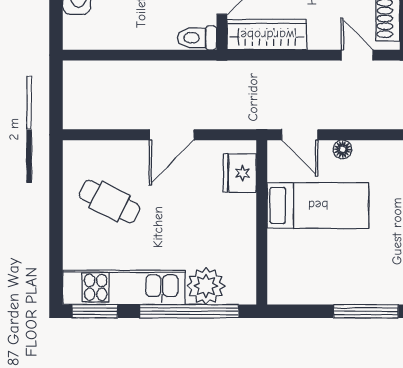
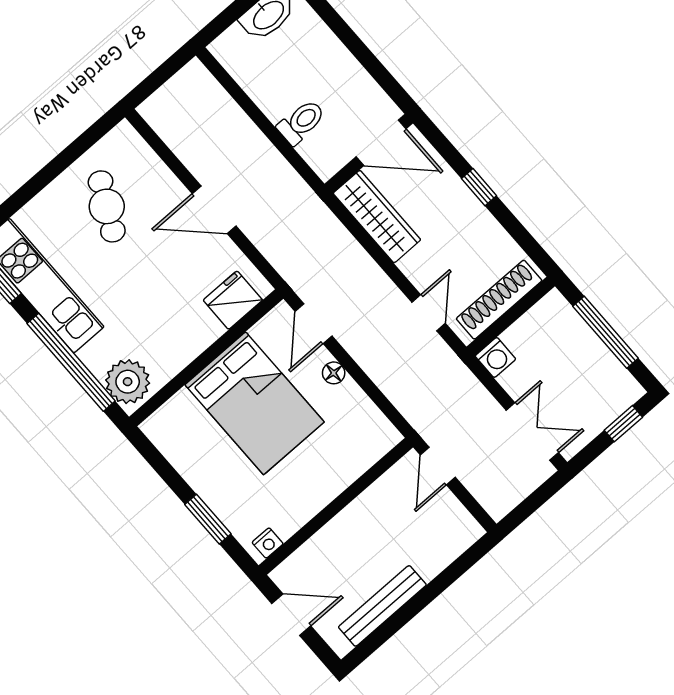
toilet: (197, 38) -> (301, 122), moved, turned 90
bed: (318, 205) -> (255, 403), width x1.50
plant: (206, 286) -> (128, 382), moved
window: (366, 311) -> (208, 519), width x0.69

